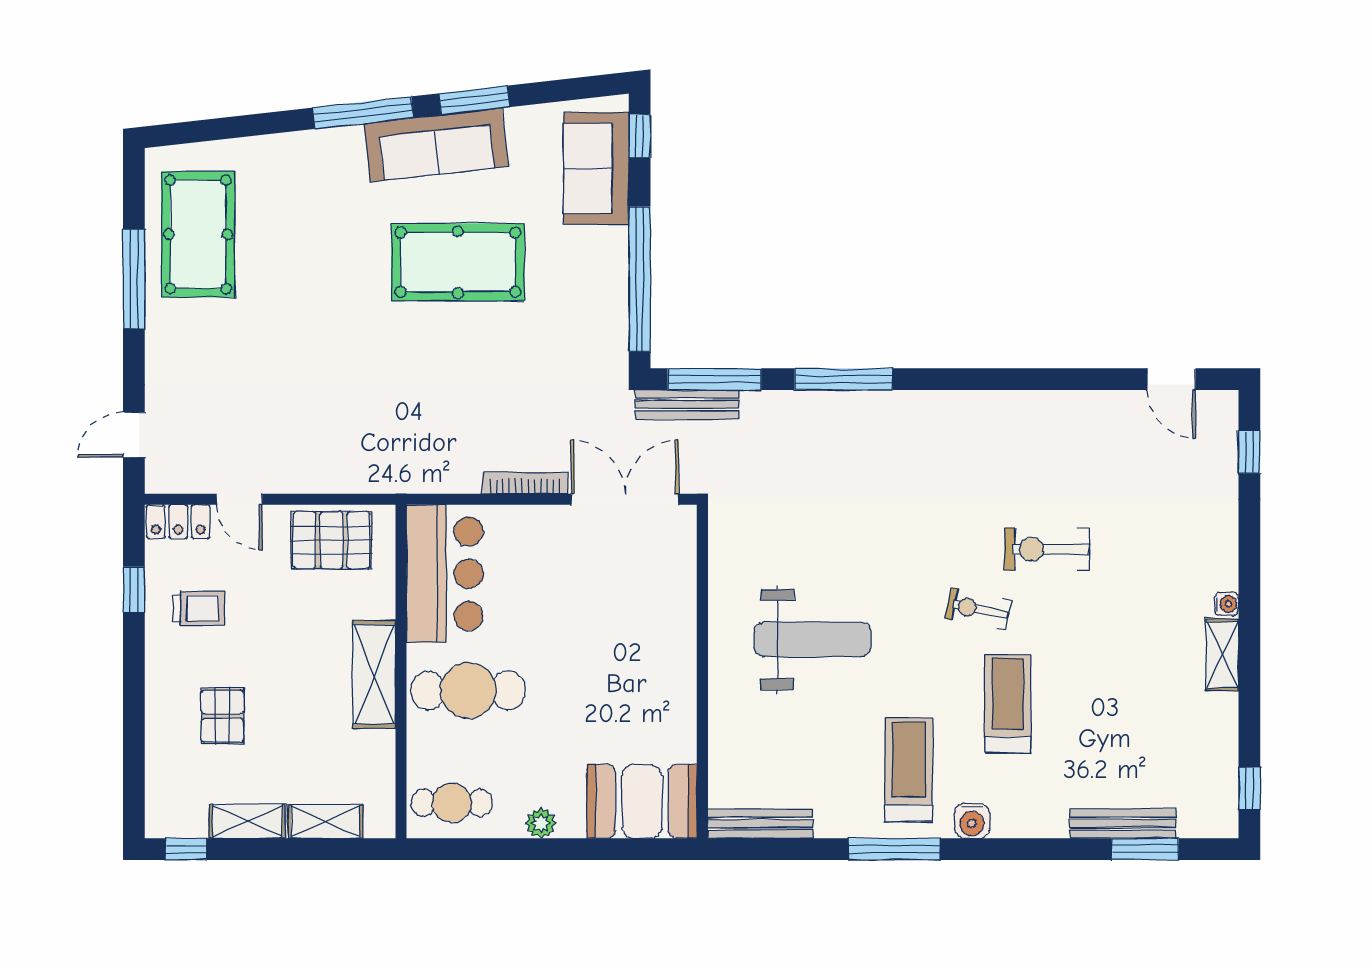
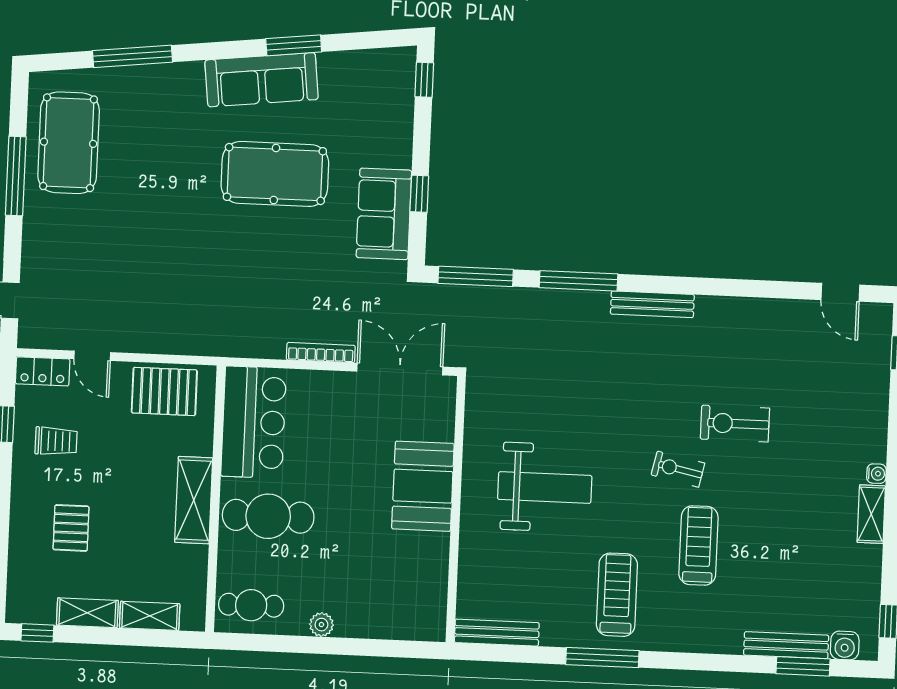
window: (363, 113) -> (133, 56), moved
sofa: (596, 169) -> (384, 214), moved
window: (640, 279) -> (419, 194), width x0.32
bench: (687, 405) -> (652, 304), moved
booth: (642, 801) -> (423, 486), moved, turned 90
water cooler: (972, 821) -> (845, 645), moved

